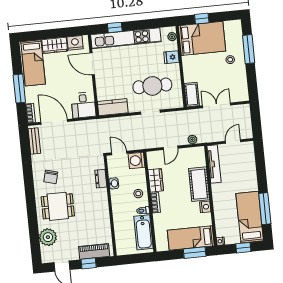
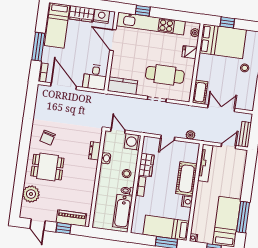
bench: (34, 141) -> (245, 134), moved

